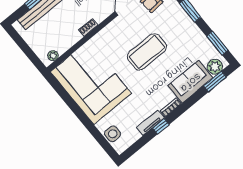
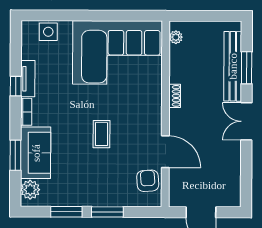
window: (217, 43) -> (66, 212), moved
coffee table: (147, 52) -> (102, 134), width x0.54, depth x0.58
window: (215, 81) -> (15, 155), moved

